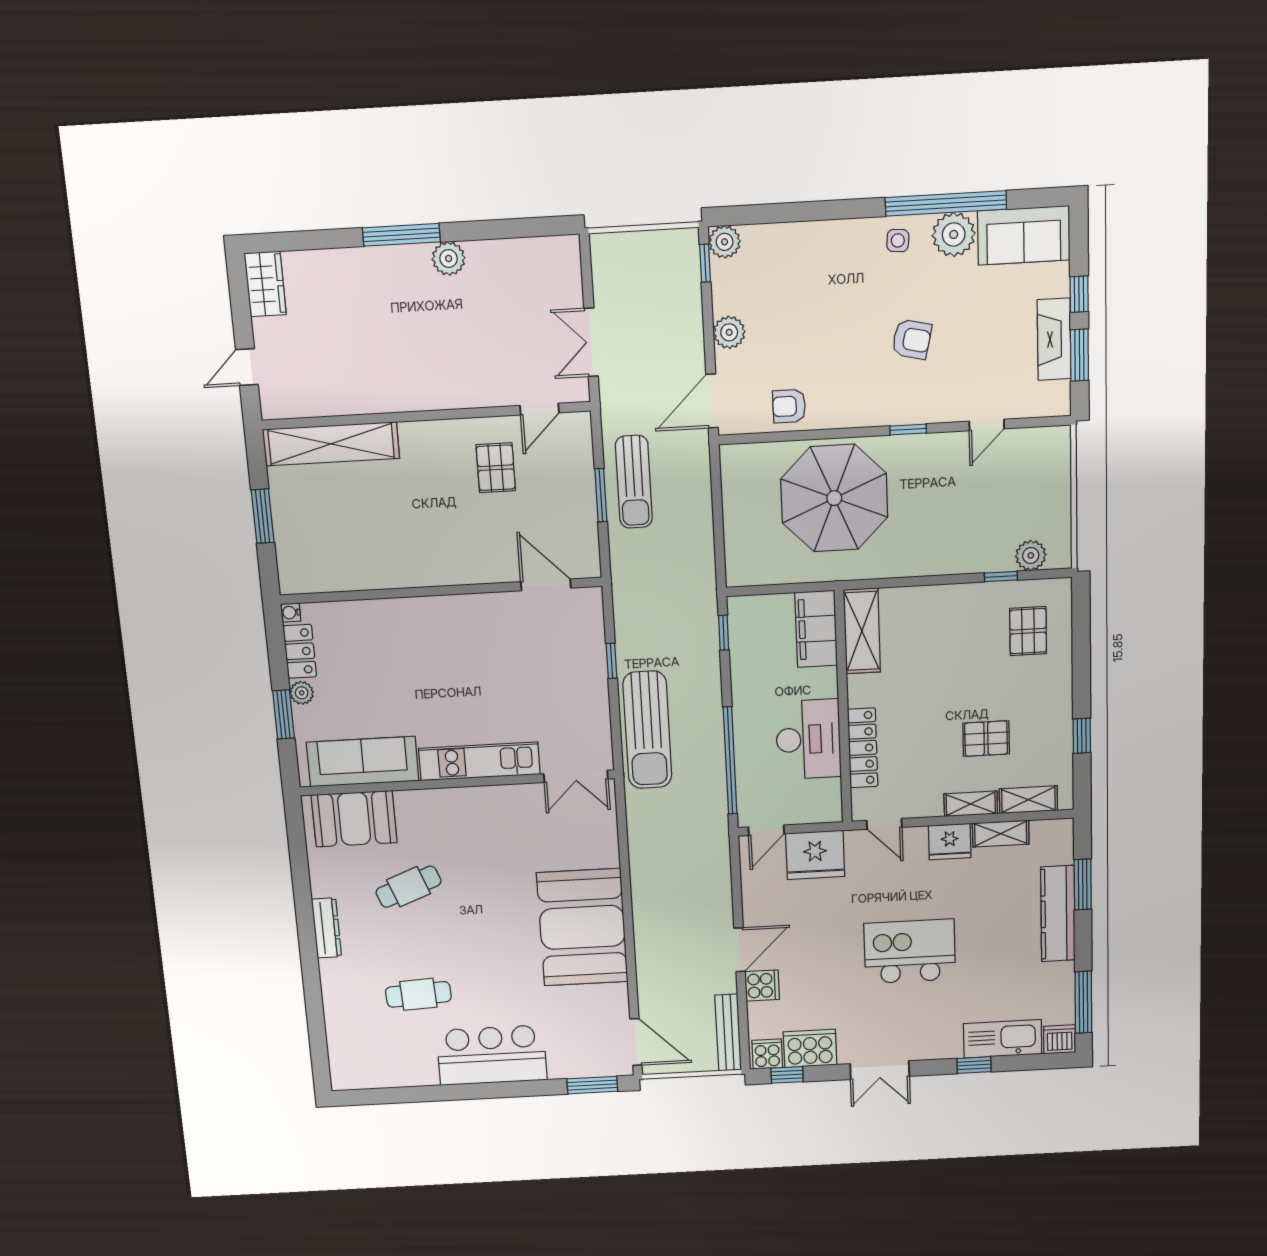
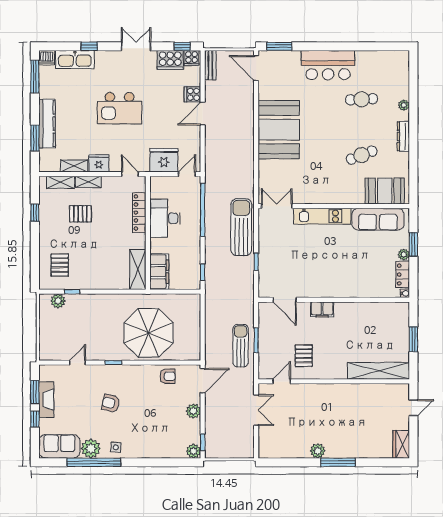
filing cabinet: (464, 569) -> (322, 309), added
plant: (332, 988) -> (404, 105), added
bench: (728, 1033) -> (210, 65), width x0.73

